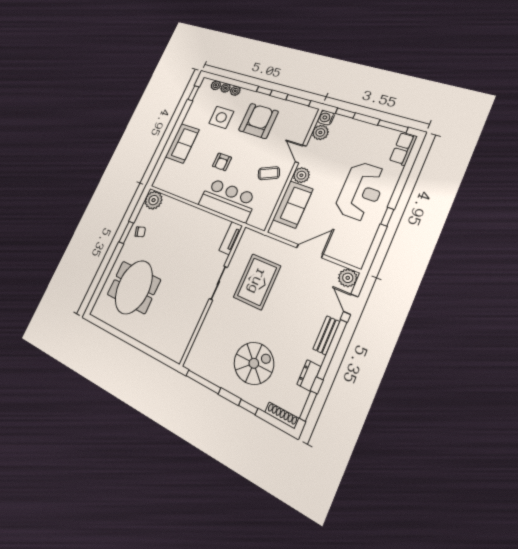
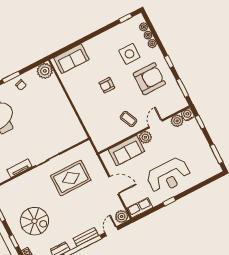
sofa: (182, 143) -> (71, 59), moved
row of seats: (403, 149) -> (140, 208), moved
bar counter: (228, 200) -> (91, 114), removed
tv unit: (231, 238) -> (19, 168), moved

